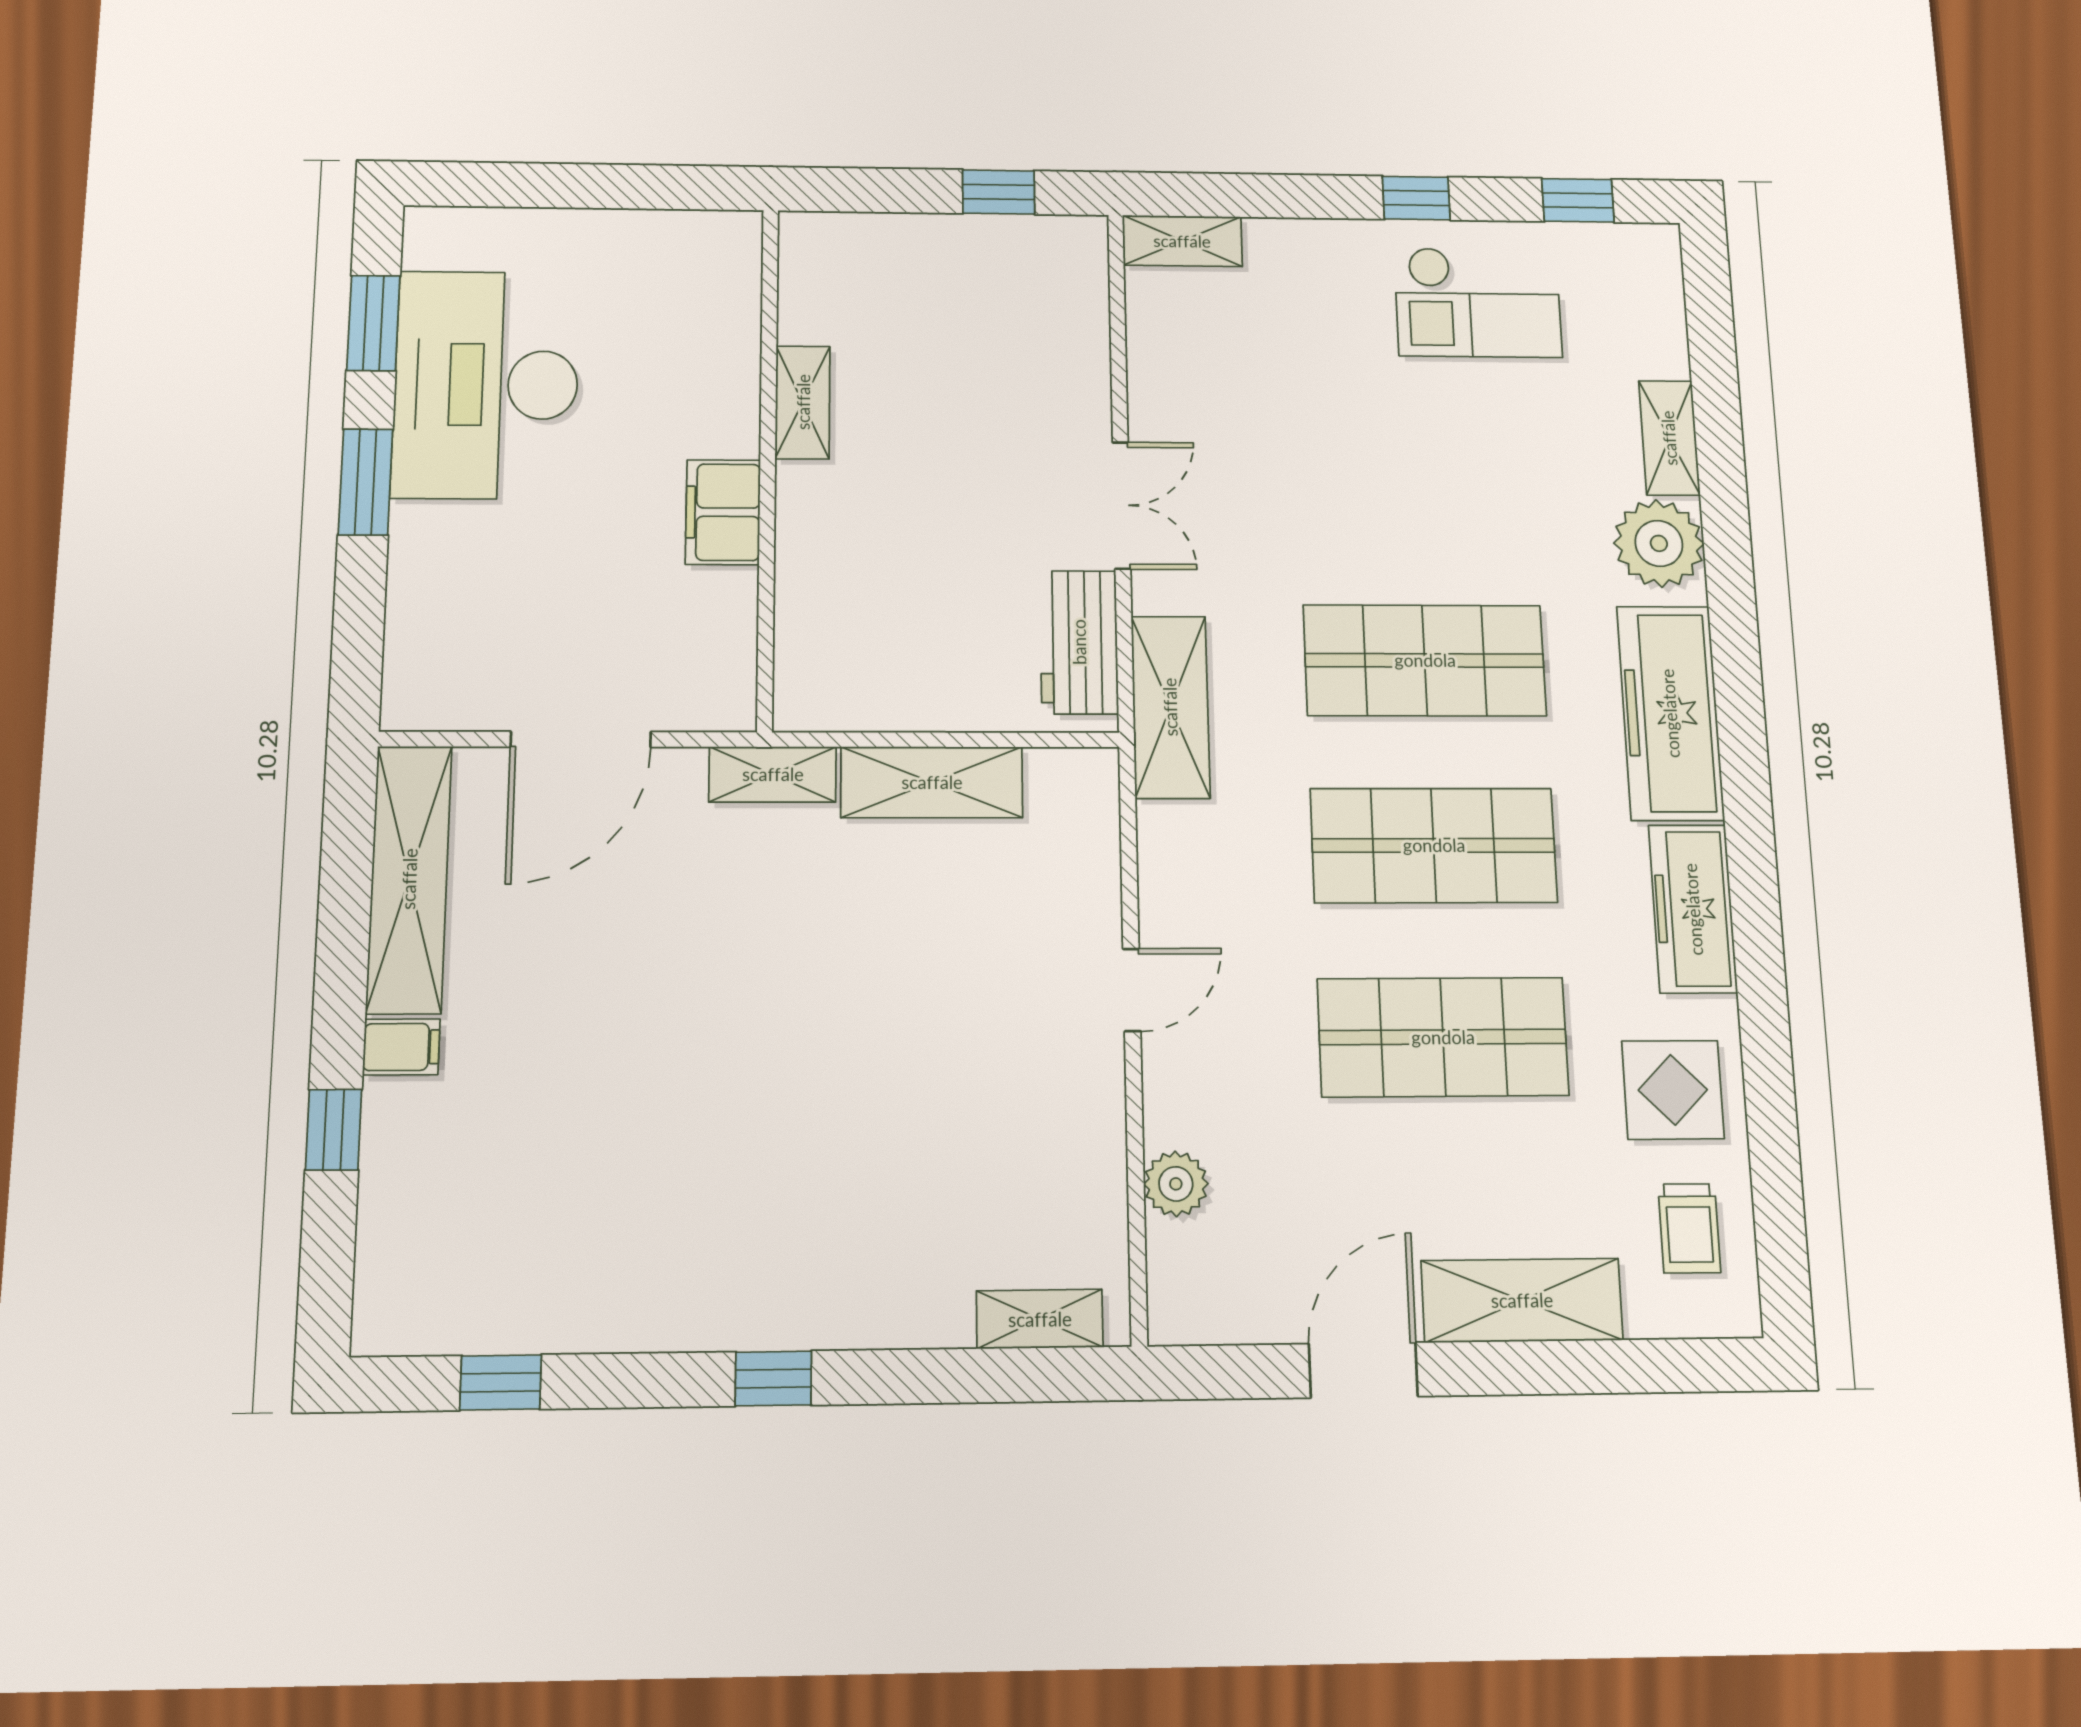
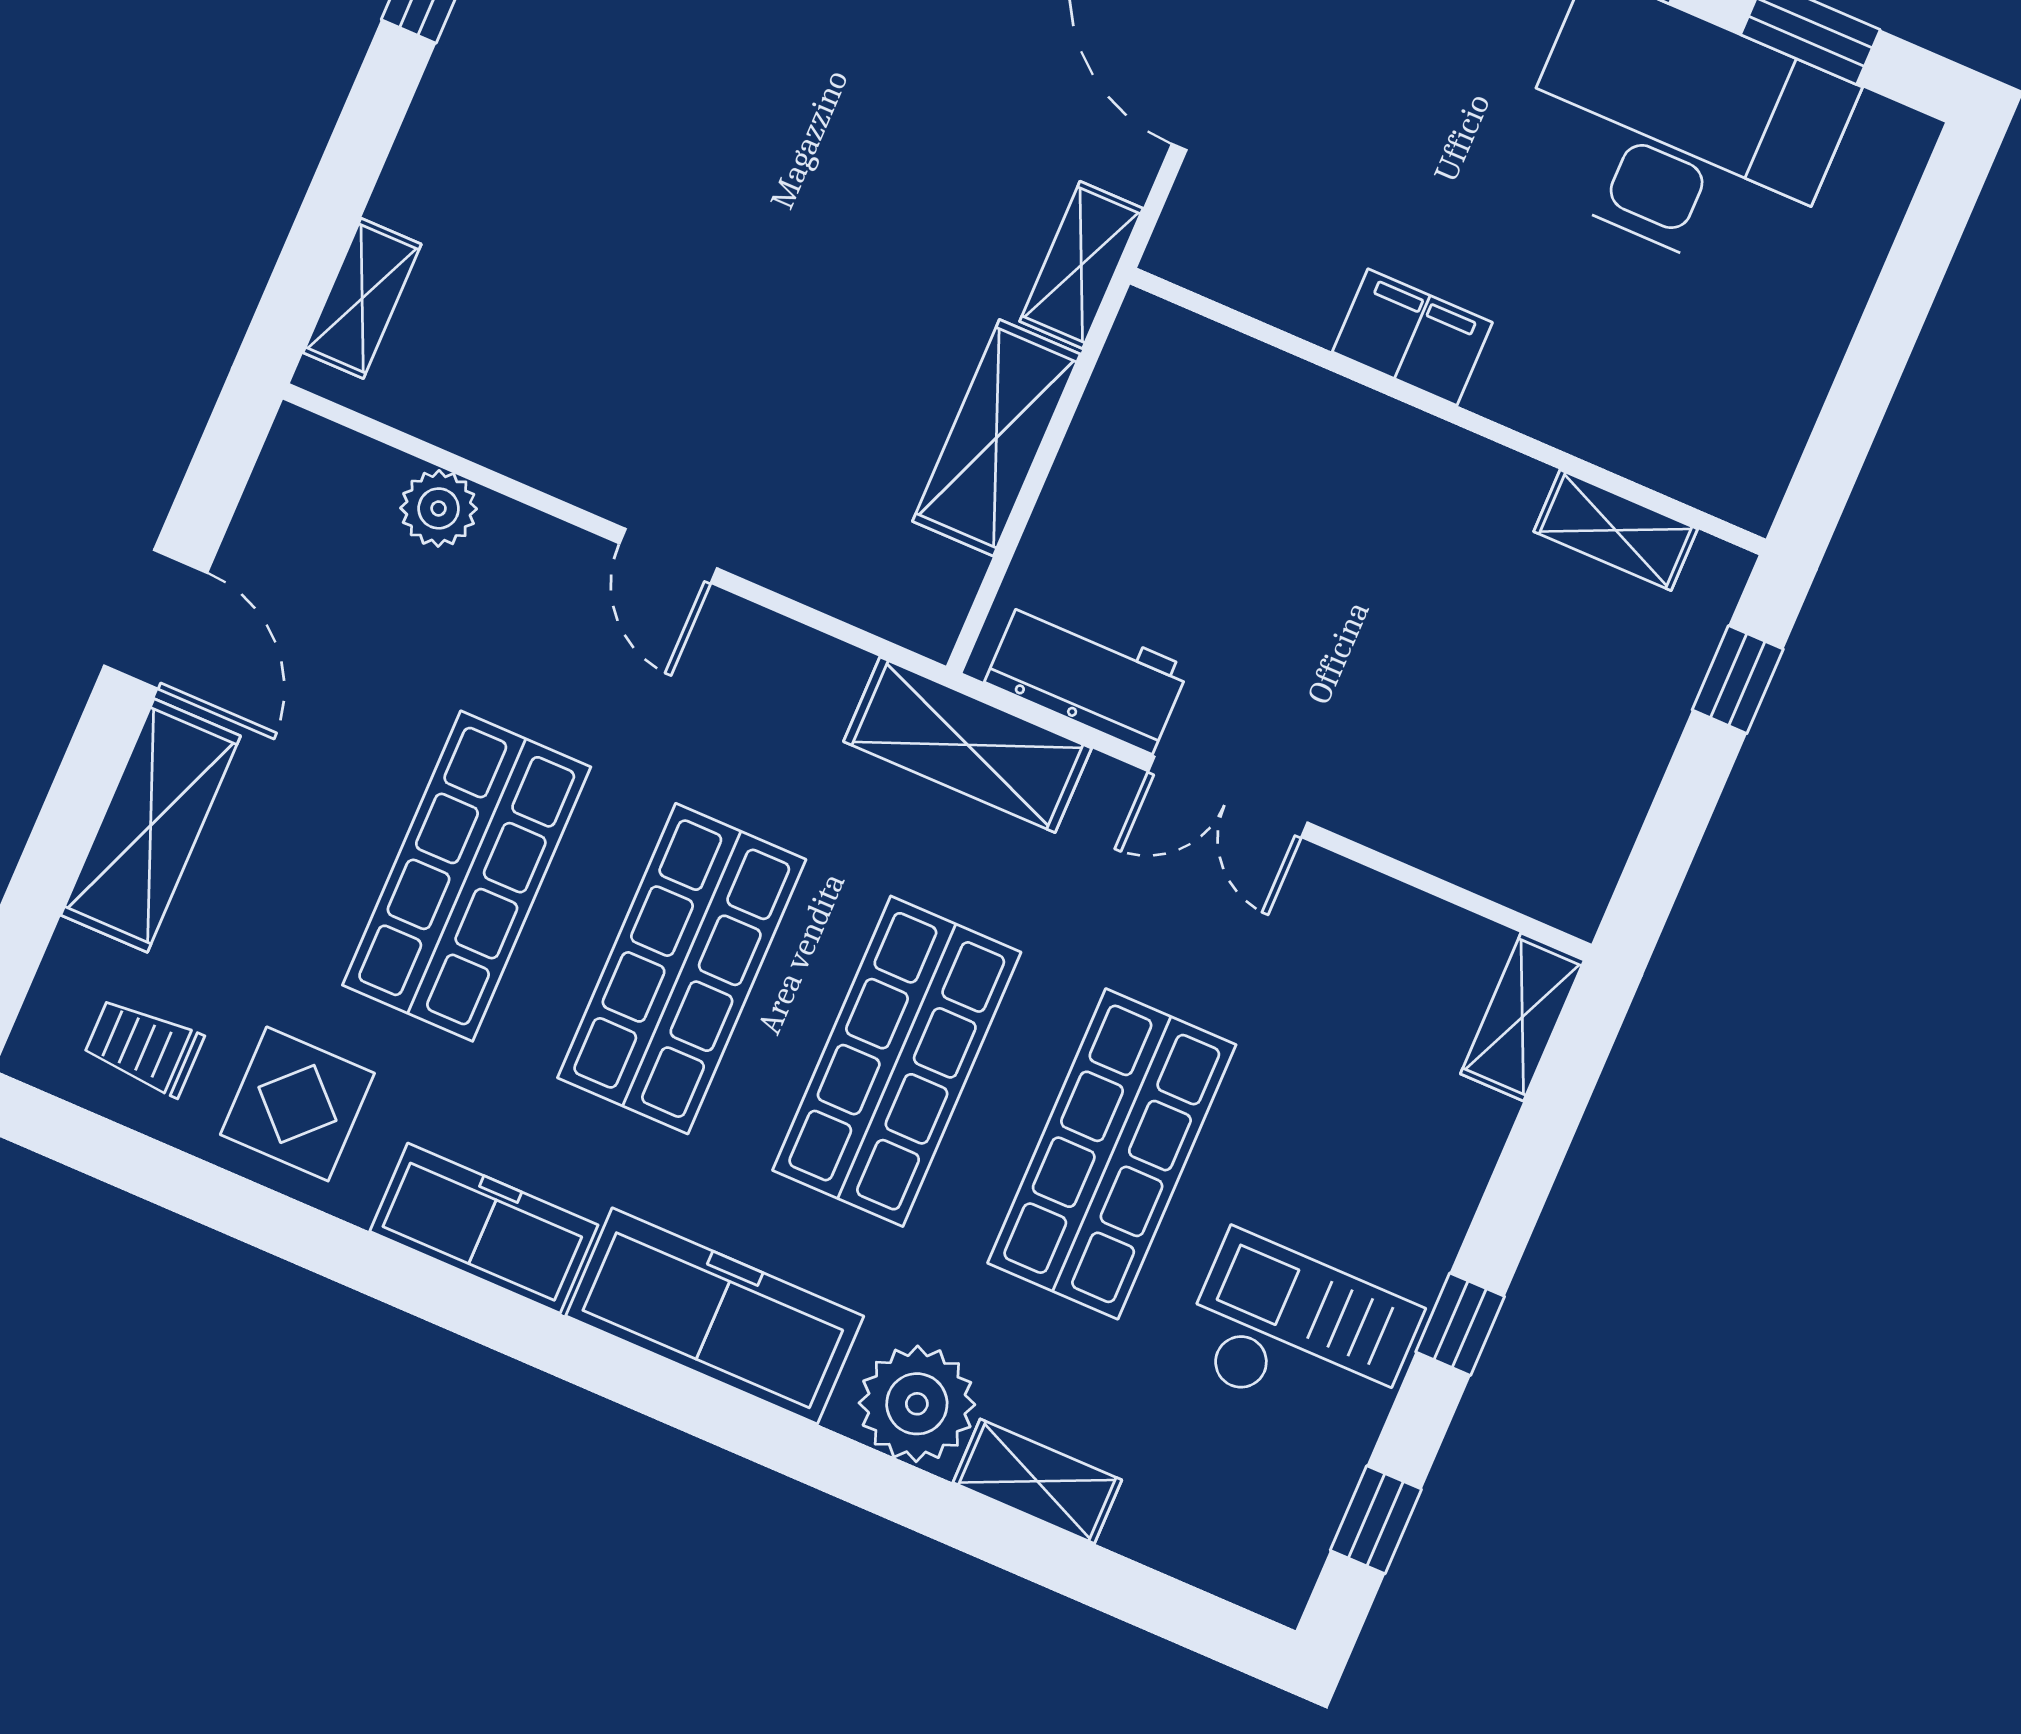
window: (999, 192) -> (1738, 680), moved
checkout: (1478, 302) -> (1299, 1335), turned 90
shelving: (803, 402) -> (1616, 530), moved
shop shelf: (1416, 481) -> (1112, 1154), added

